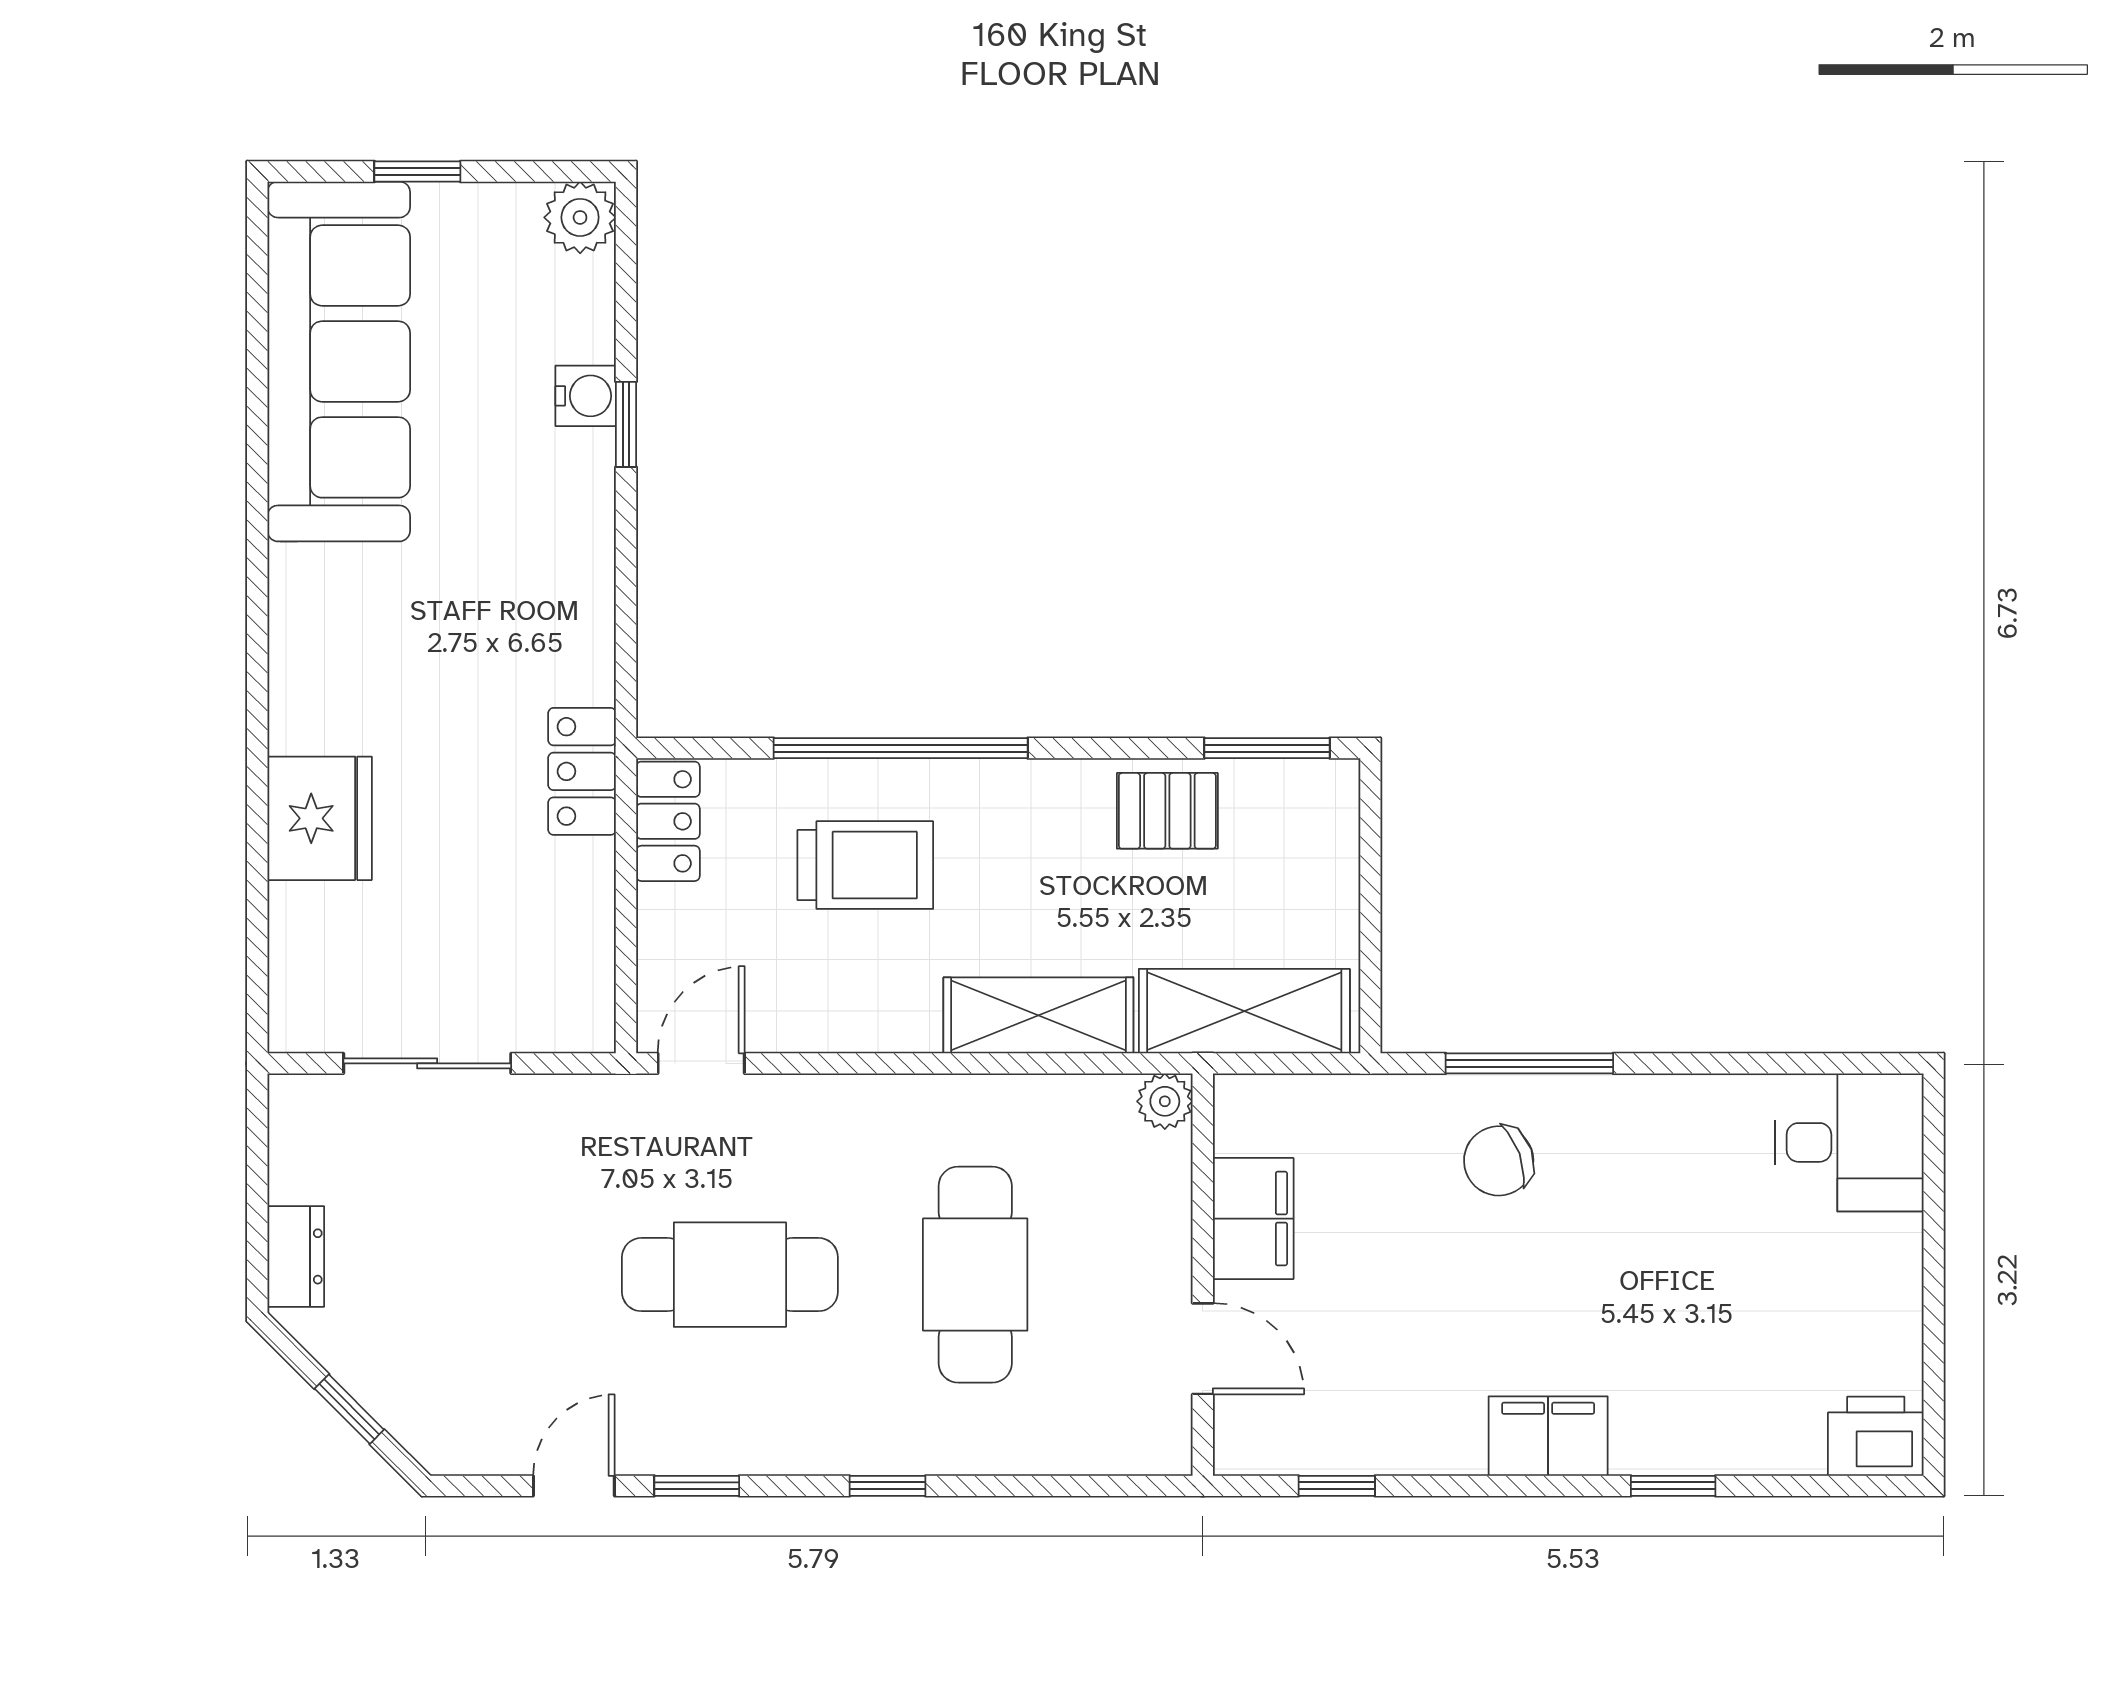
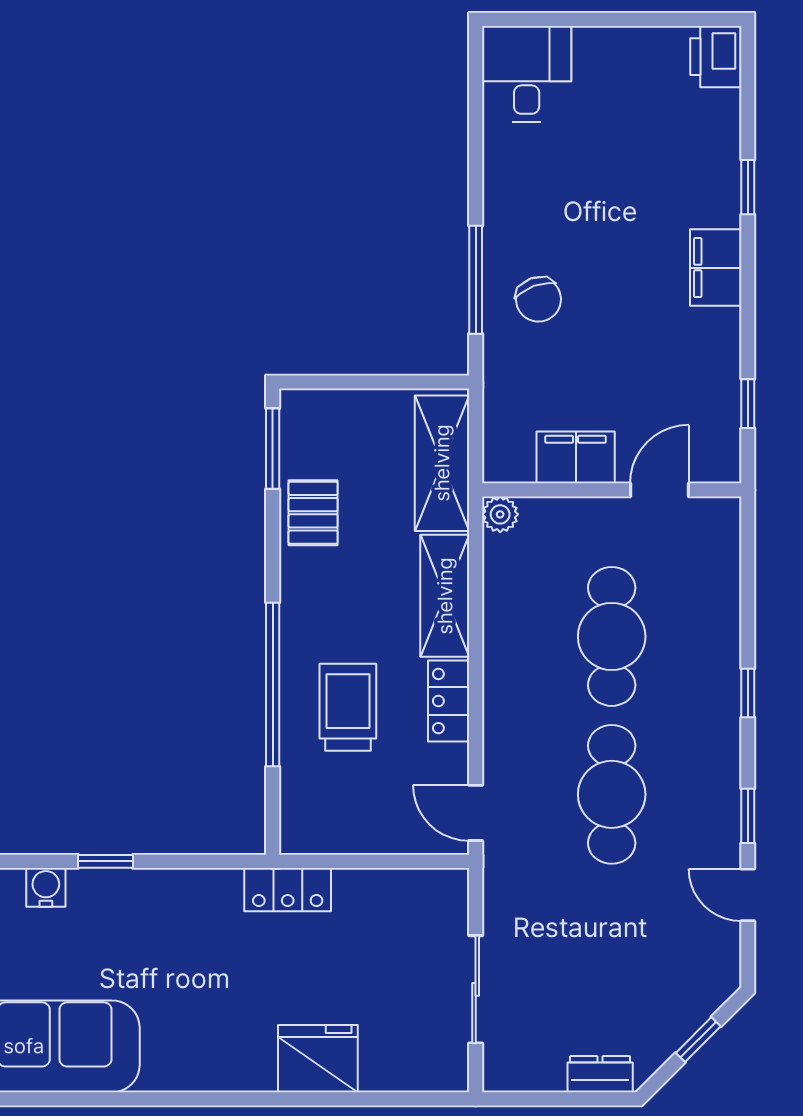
window: (626, 424) -> (105, 861), moved
locker: (668, 821) -> (449, 701), moved, turned -90
cafe table: (975, 1275) -> (612, 636), turned 90

